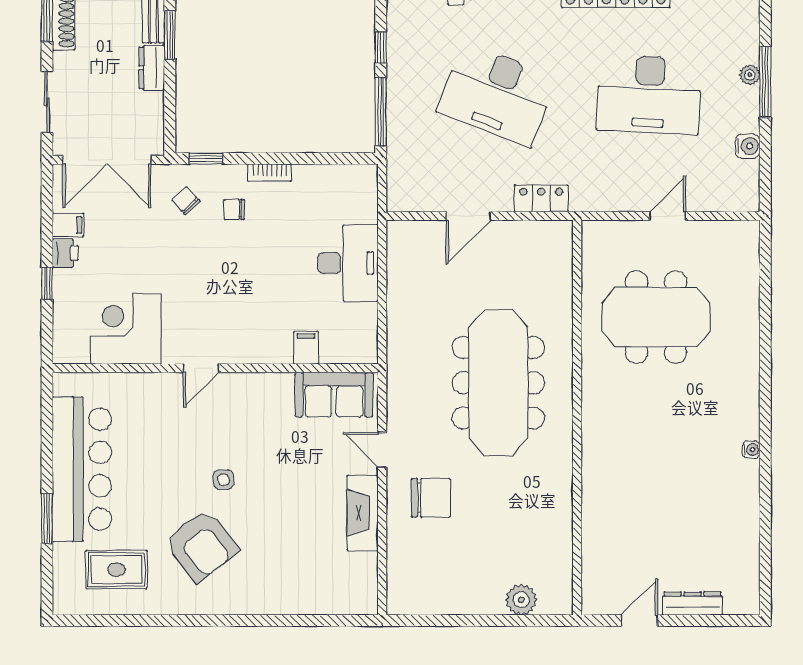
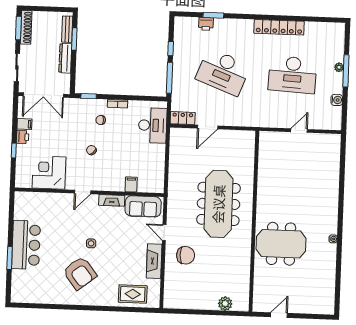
dresser: (152, 68) -> (65, 58), width x1.44
locker: (541, 198) -> (183, 118), moved
chair: (186, 201) -> (91, 150), moved
desk: (348, 263) -> (153, 125), moved
meeting table: (656, 317) -> (281, 244), moved
fireplace: (265, 384) -> (112, 200), added
bar counter: (82, 469) -> (26, 245), width x0.73
rug: (116, 570) -> (133, 294), moved
dresser: (693, 604) -> (303, 308), removed

